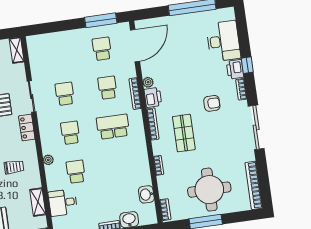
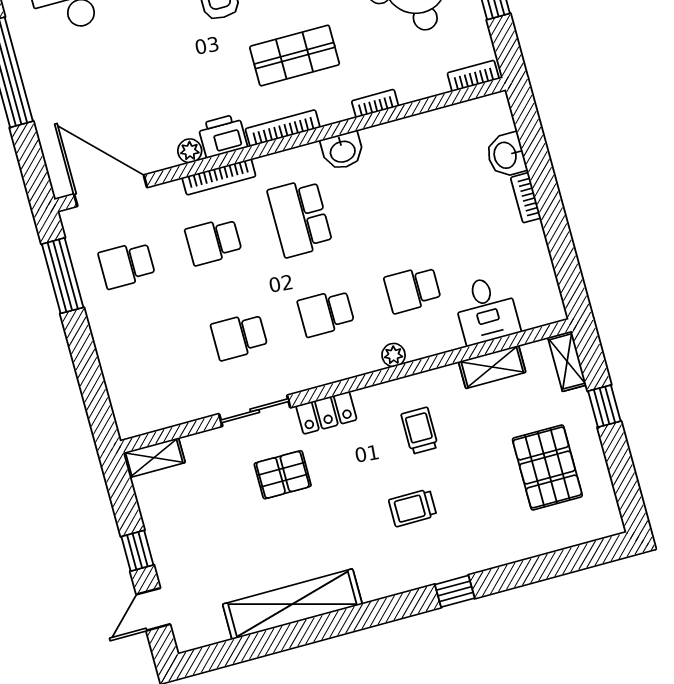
washbasin: (146, 194) -> (342, 151), moved

